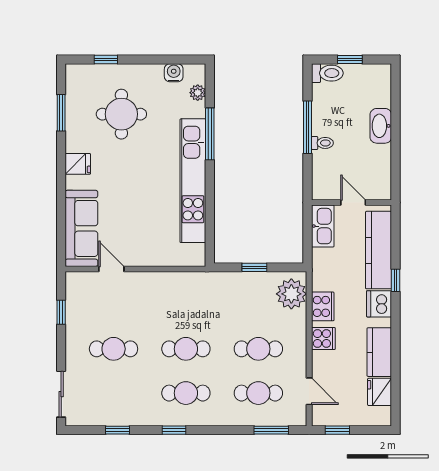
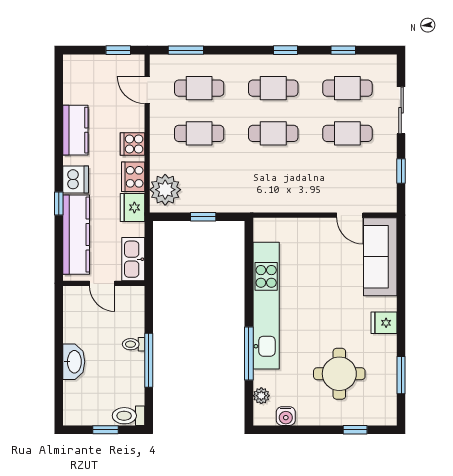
fridge: (380, 392) -> (133, 207), moved, turned 180
cafe table: (114, 393) -> (347, 88), added
sliding door: (61, 394) -> (401, 110), moved

